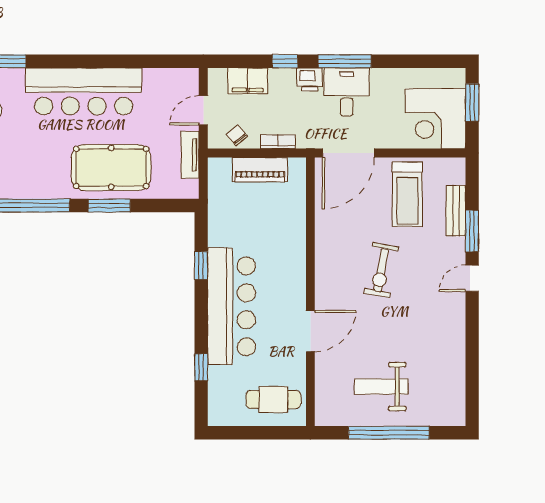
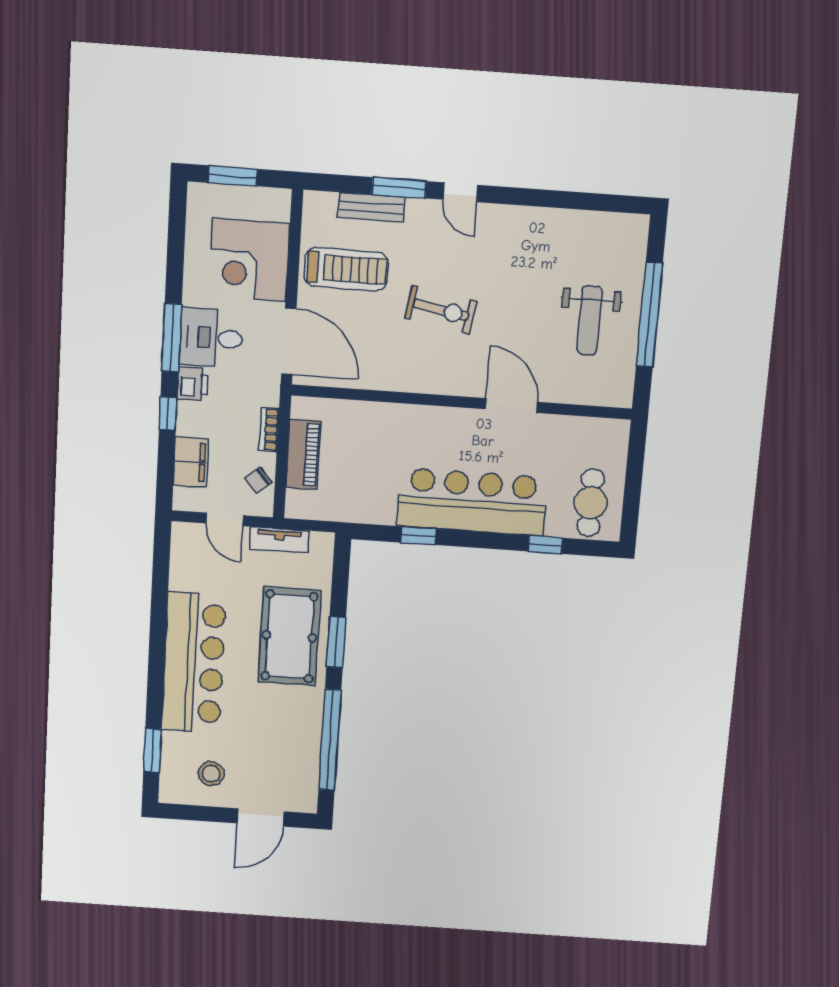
corner desk: (435, 119) -> (249, 260), moved, turned 90
cafe table: (273, 399) -> (591, 503), moved

